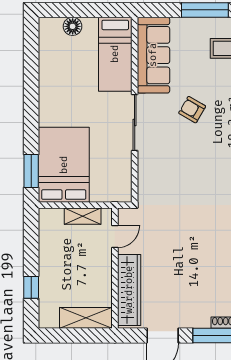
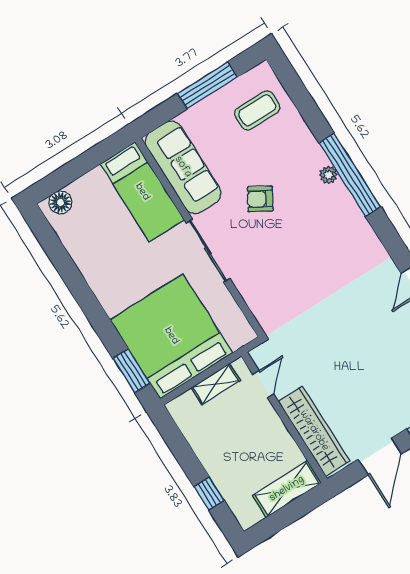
floor lamp: (73, 26) -> (60, 202), moved
bed: (64, 165) -> (171, 336), width x1.36

